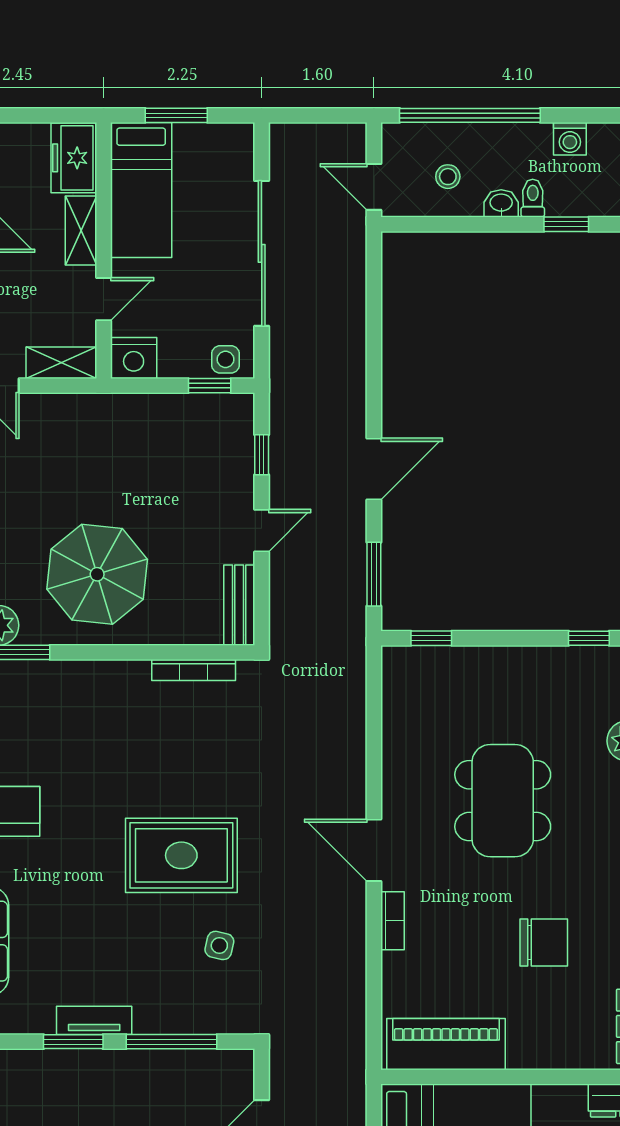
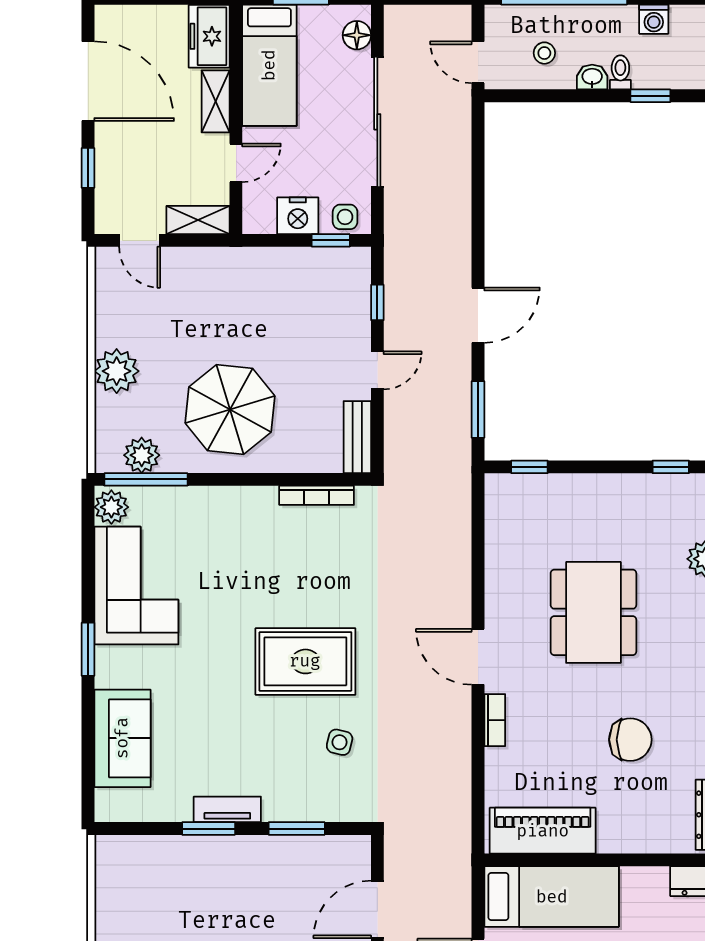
floor lamp: (239, 157) -> (357, 35), added
nightstand: (134, 358) -> (298, 216), moved
window: (172, 1042) -> (297, 829), width x0.69

